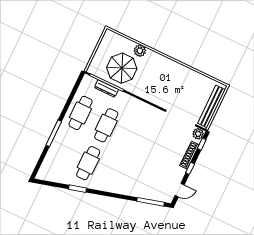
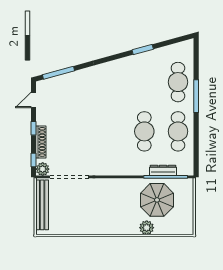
cafe table: (88, 163) -> (178, 82), moved

